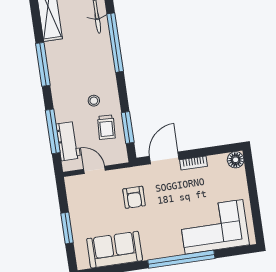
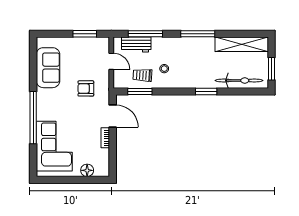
window: (115, 43) -> (206, 91), width x0.47
floor lamp: (236, 160) -> (87, 170), moved
door: (95, 170) -> (111, 61), hinge flipped
window: (67, 228) -> (85, 34), moved

